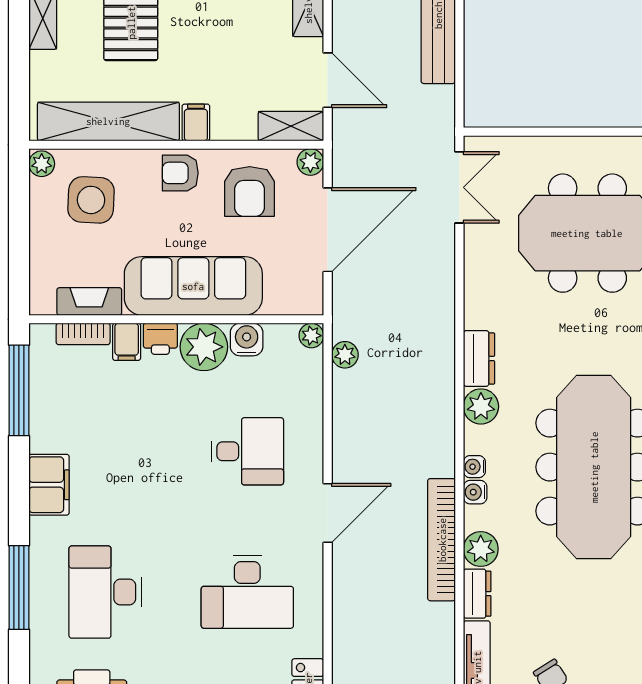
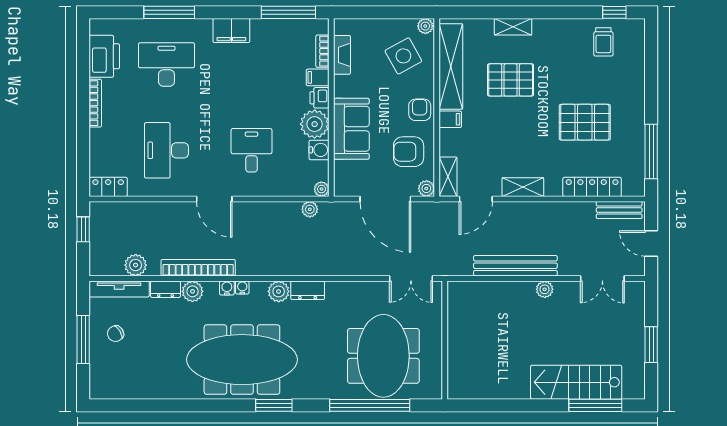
side table: (91, 200) -> (403, 56), turned -32
sofa: (193, 286) -> (351, 129), width x0.73
desk: (247, 451) -> (252, 150), turned 180
plant: (437, 643) -> (136, 265), added

